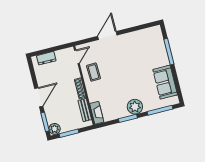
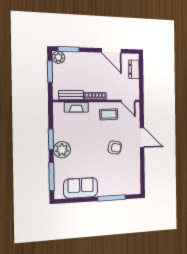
armchair: (122, 59) -> (115, 148), added
door: (39, 97) -> (111, 51), moved
fireplace: (97, 113) -> (76, 107), moved

